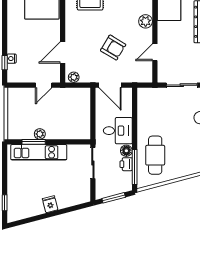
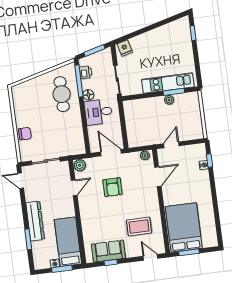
plant: (146, 21) -> (80, 165), moved
armchair: (113, 48) -> (113, 187), turned -121
printer: (126, 164) -> (86, 72), moved
fridge: (50, 204) -> (125, 48), moved

